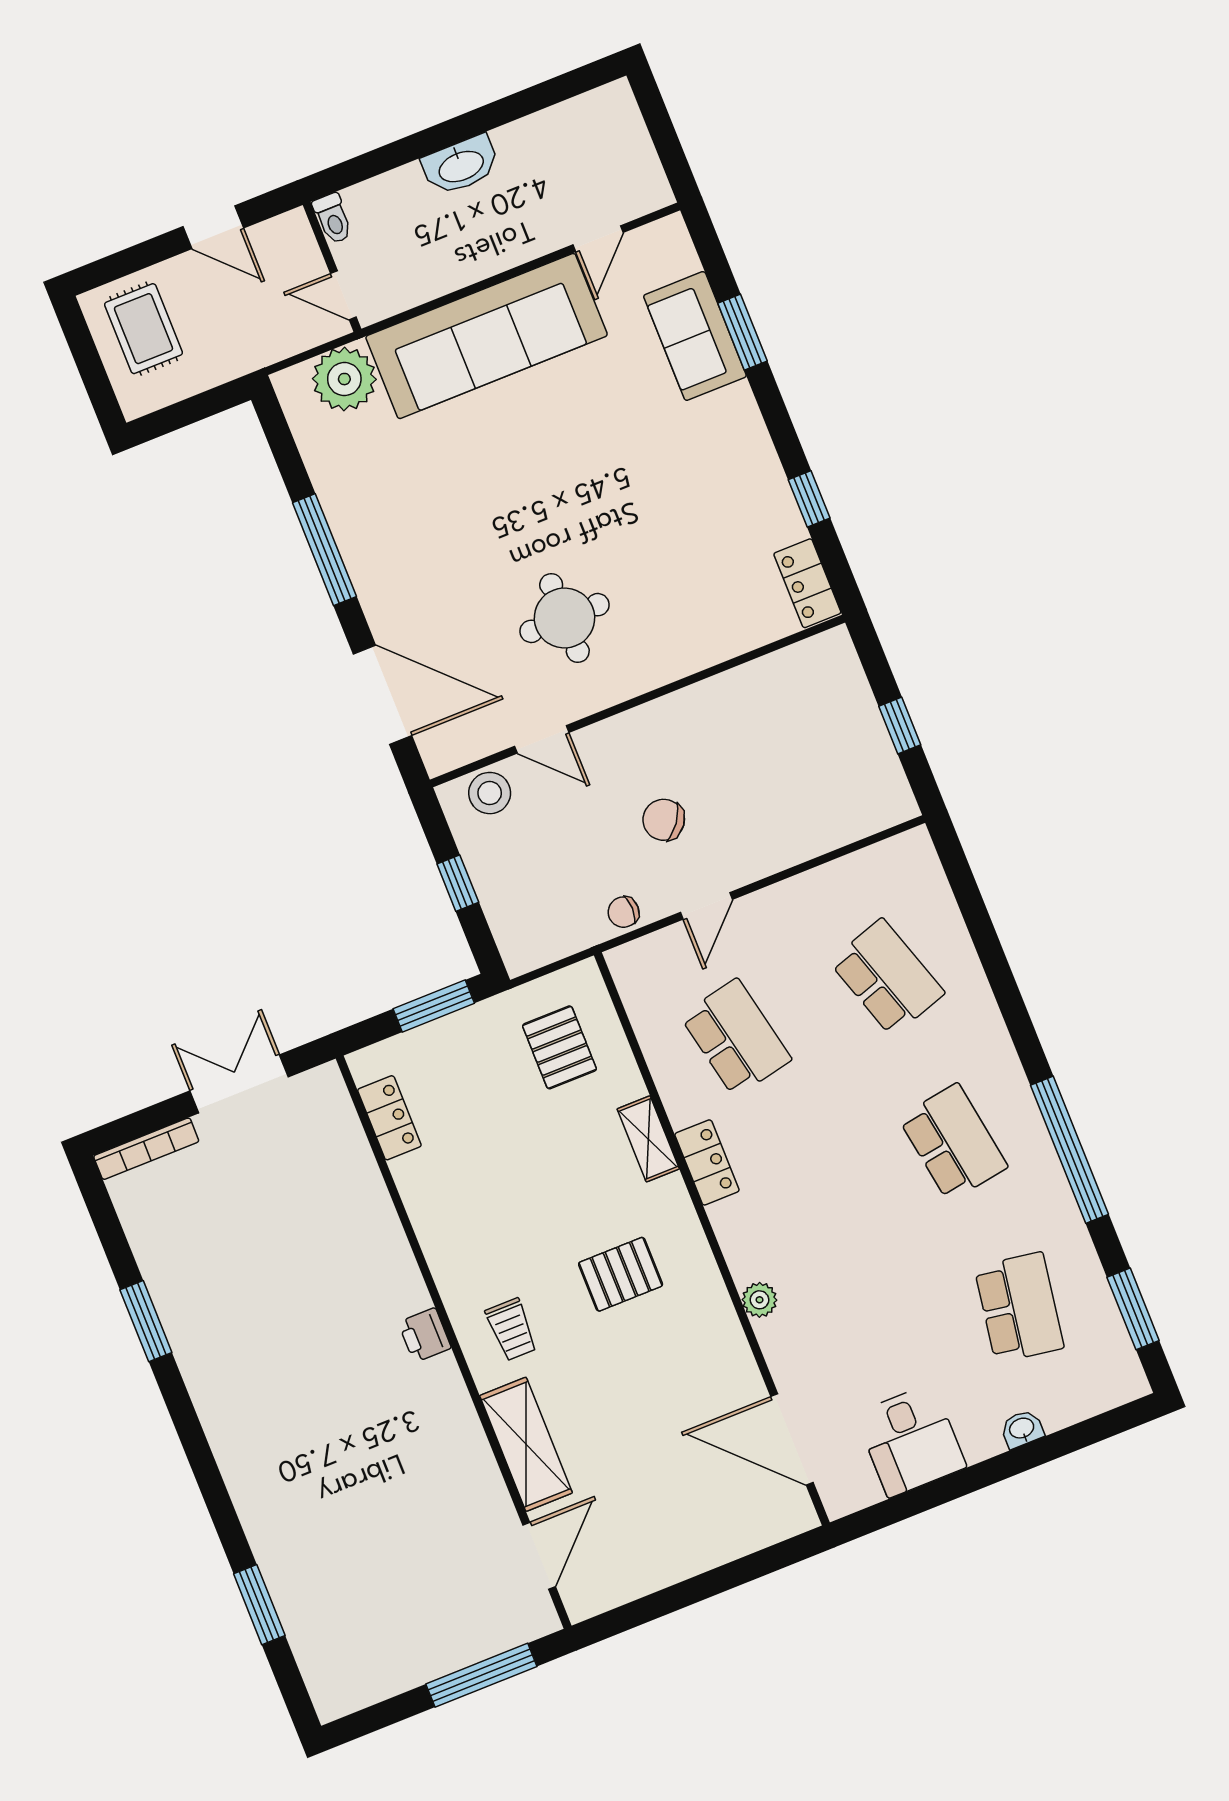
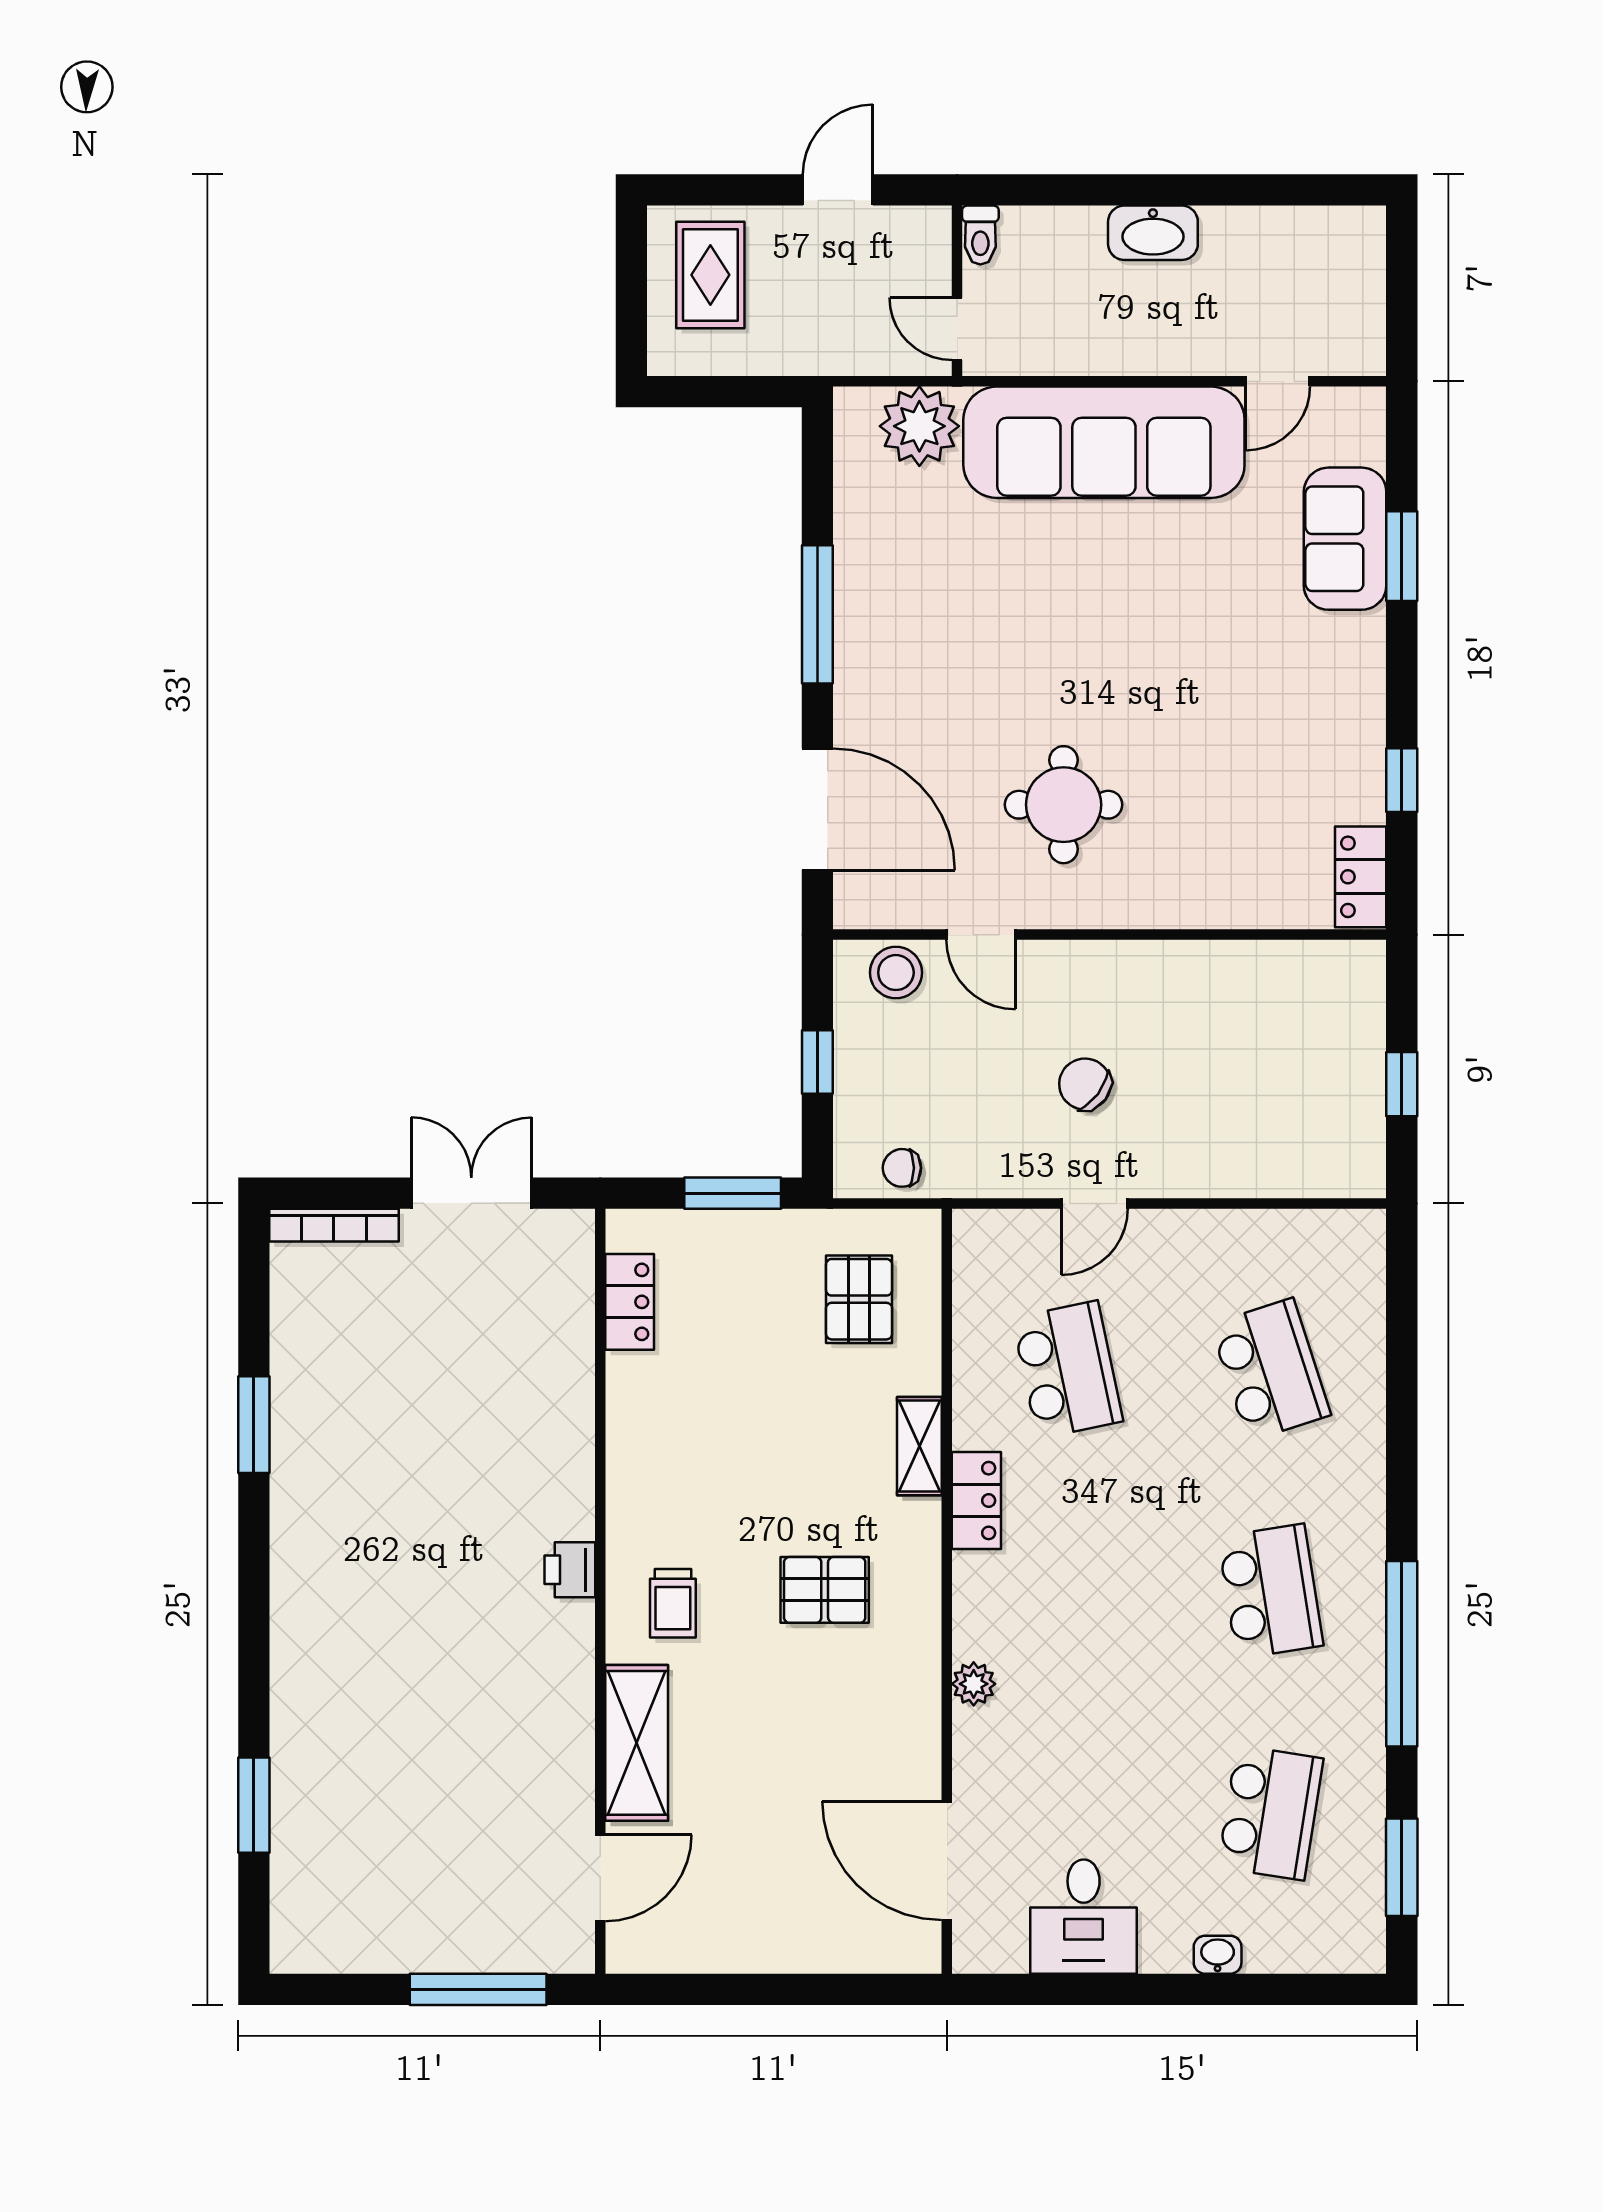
door: (213, 227) -> (838, 190), swing flipped
chair: (624, 912) -> (902, 1168), moved

